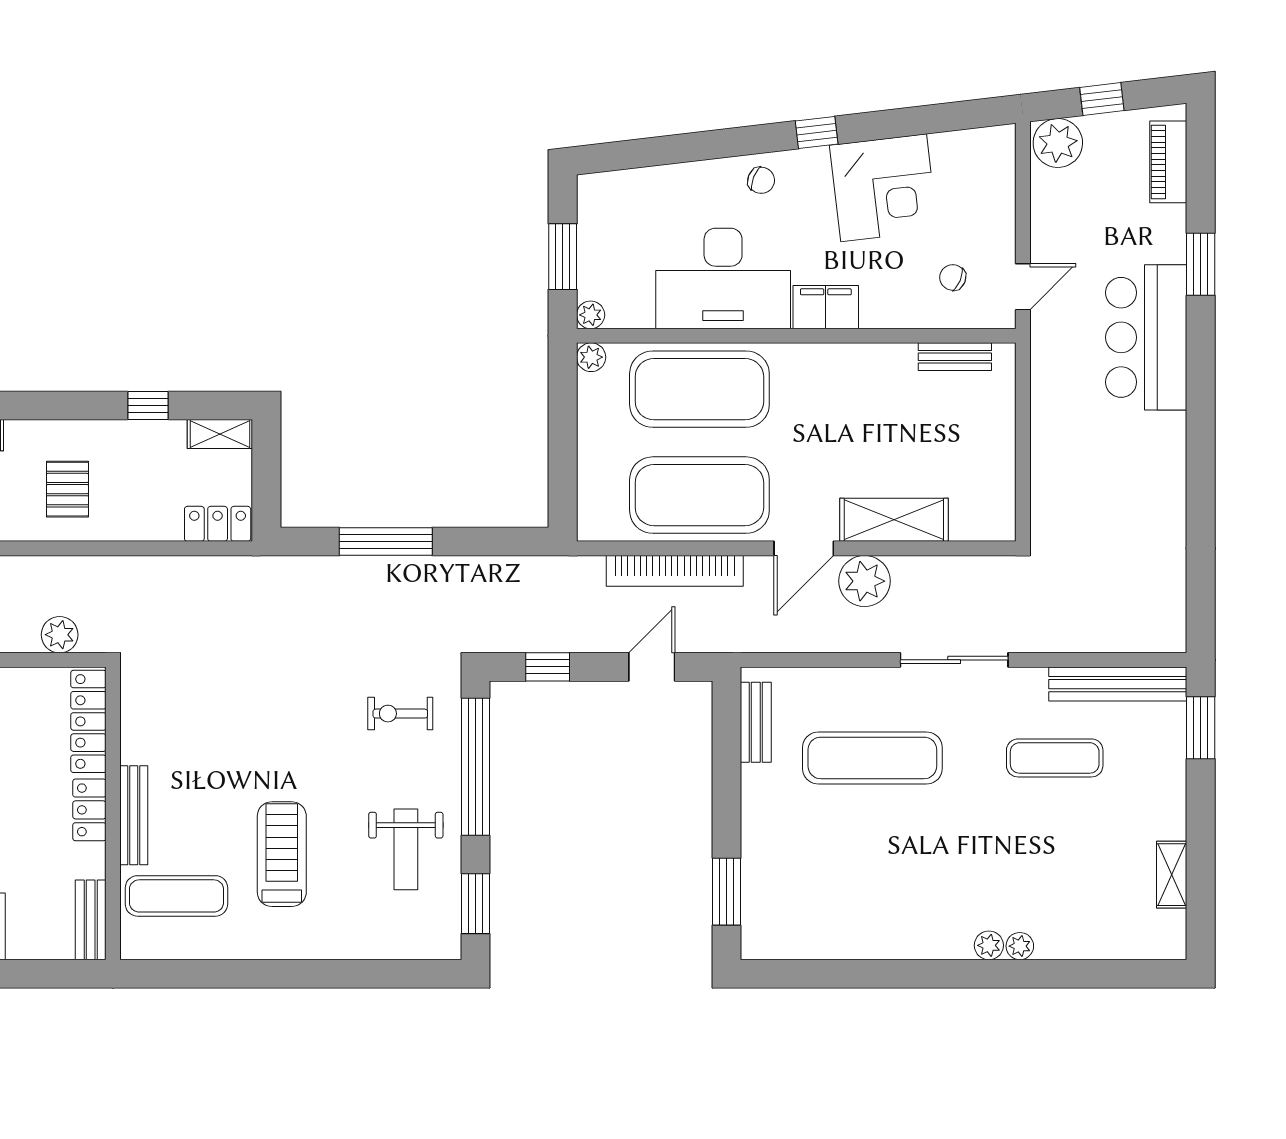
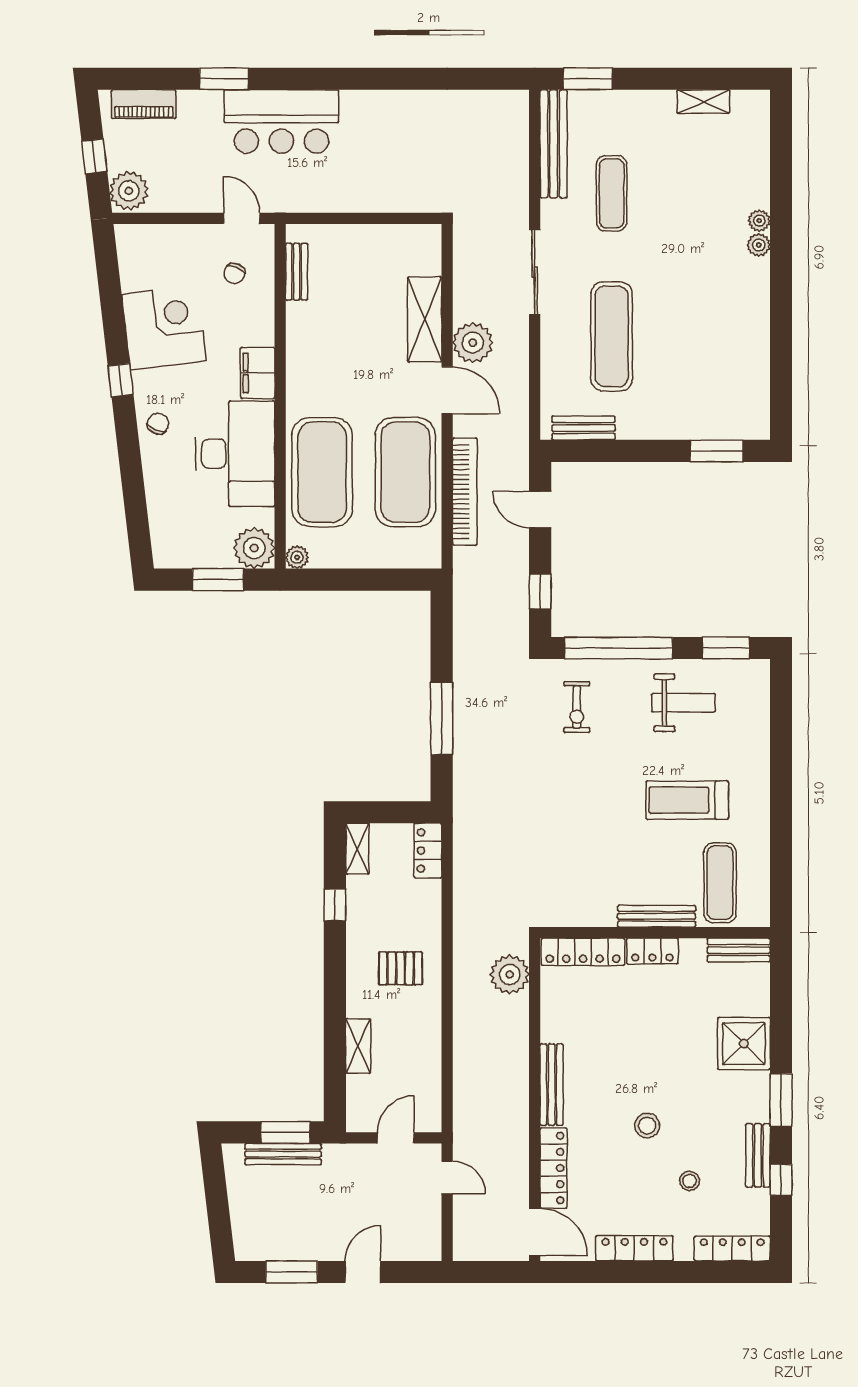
plant: (591, 315) -> (254, 548), width x1.87, depth x1.87
plant: (60, 635) -> (510, 974), width x1.36, depth x1.36

